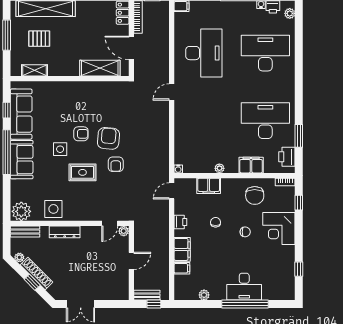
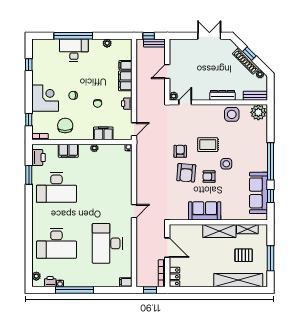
shelving: (100, 68) -> (219, 231), moved
sofa: (22, 160) -> (205, 211), moved, turned 90

